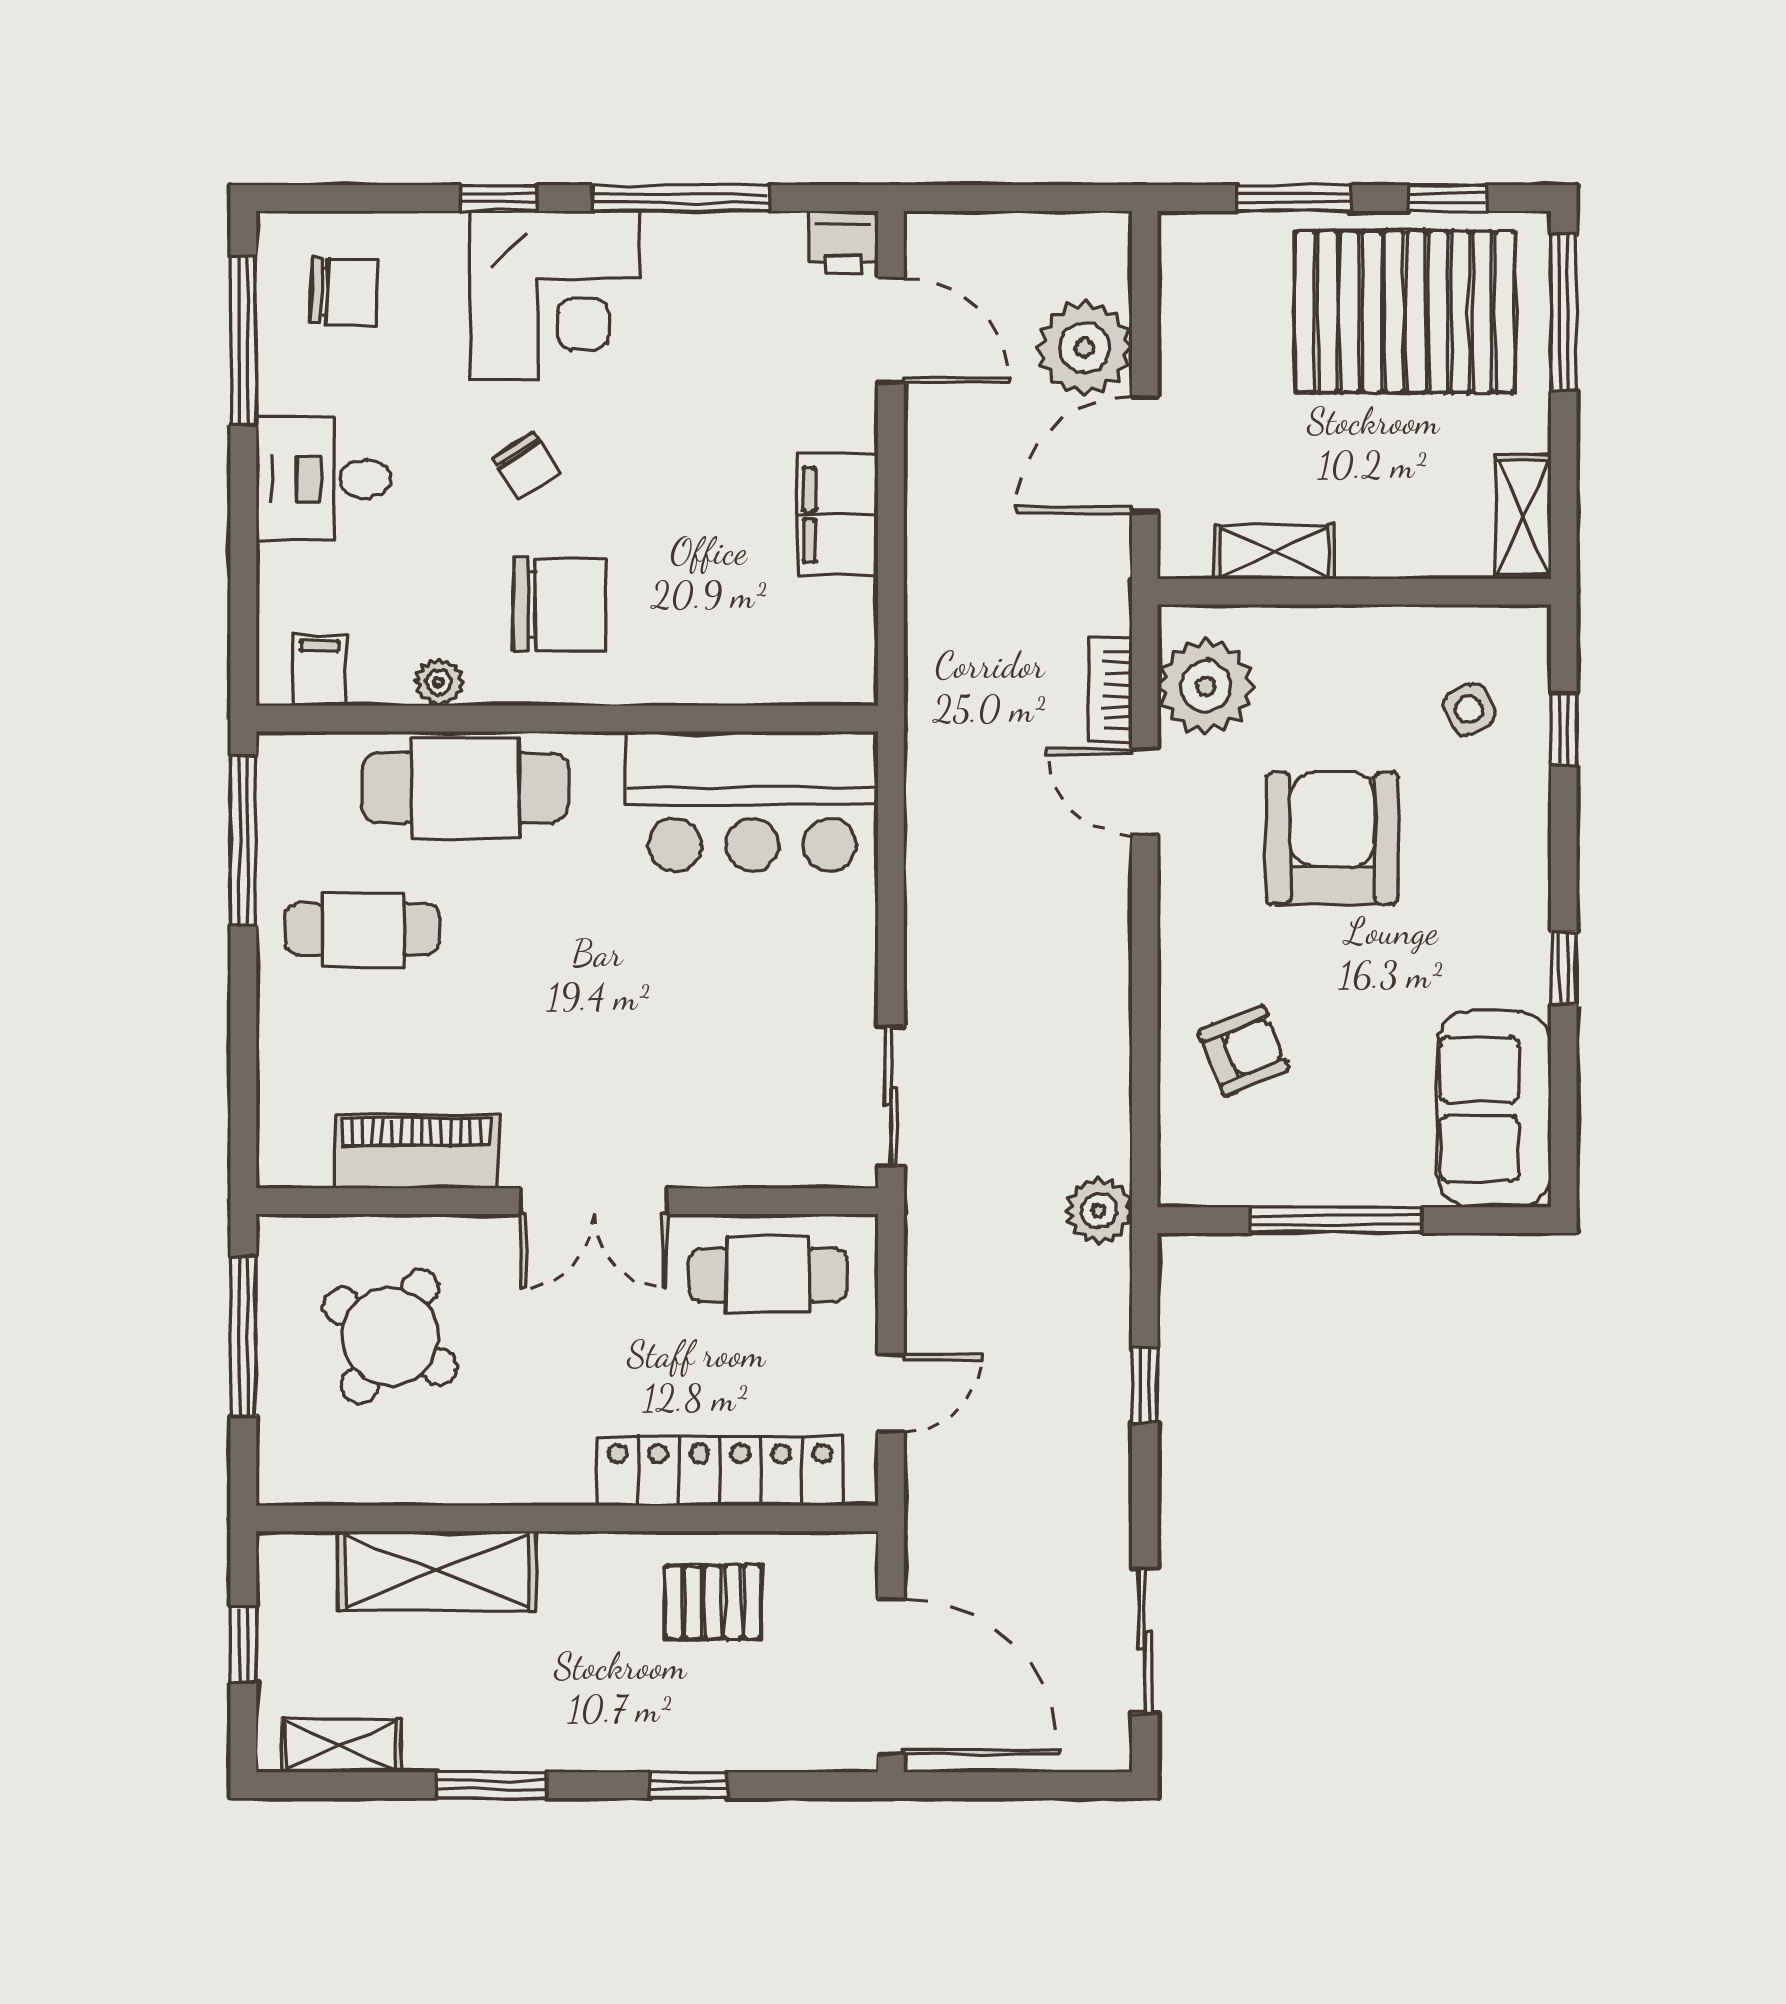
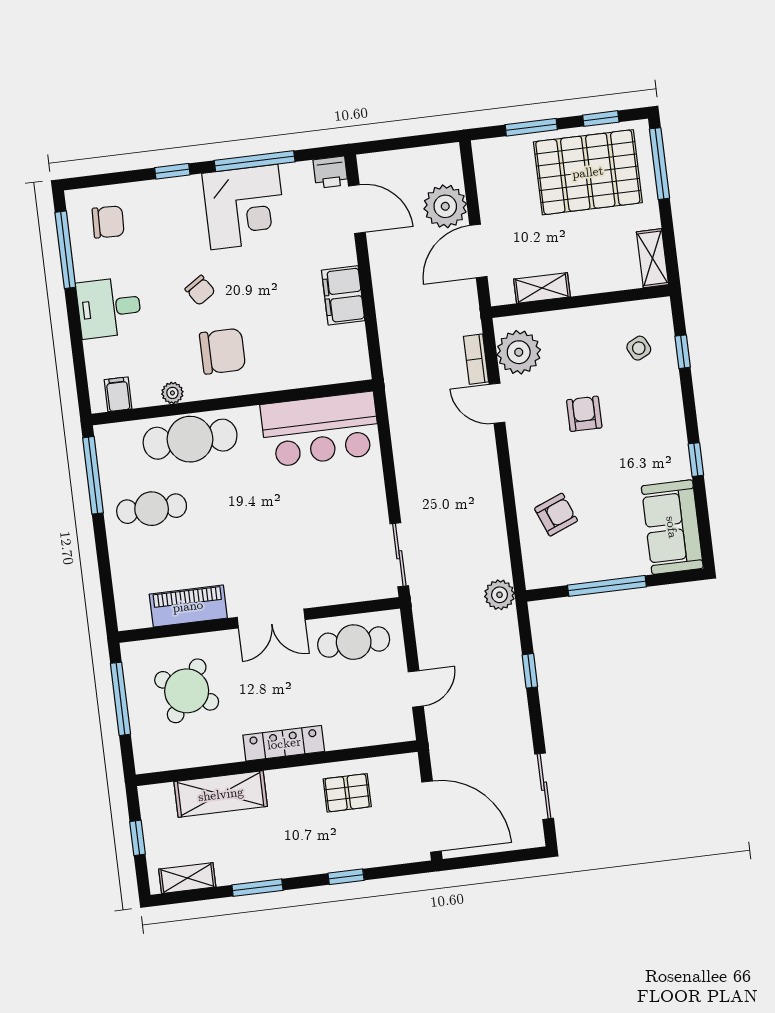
corner desk: (555, 295) -> (244, 207), moved
armchair: (1332, 838) -> (584, 414), width x0.53, depth x0.53
locker: (720, 1471) -> (284, 743), moved, width x0.71, depth x0.83

